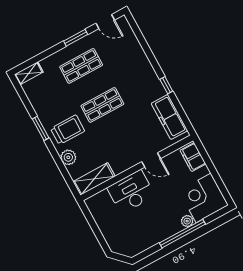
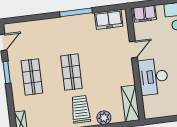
window: (166, 85) -> (76, 12), width x2.17
freezer: (169, 117) -> (109, 19), width x0.71

